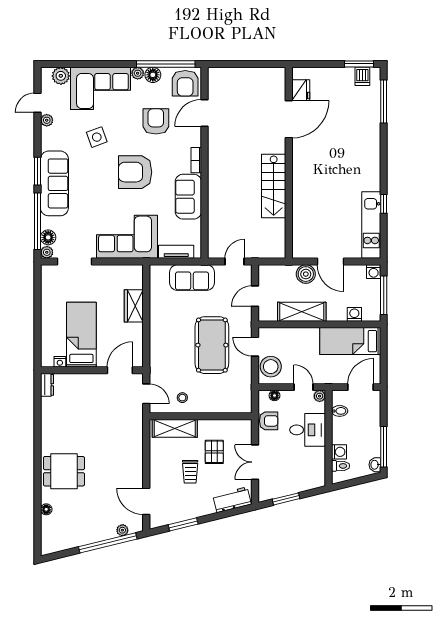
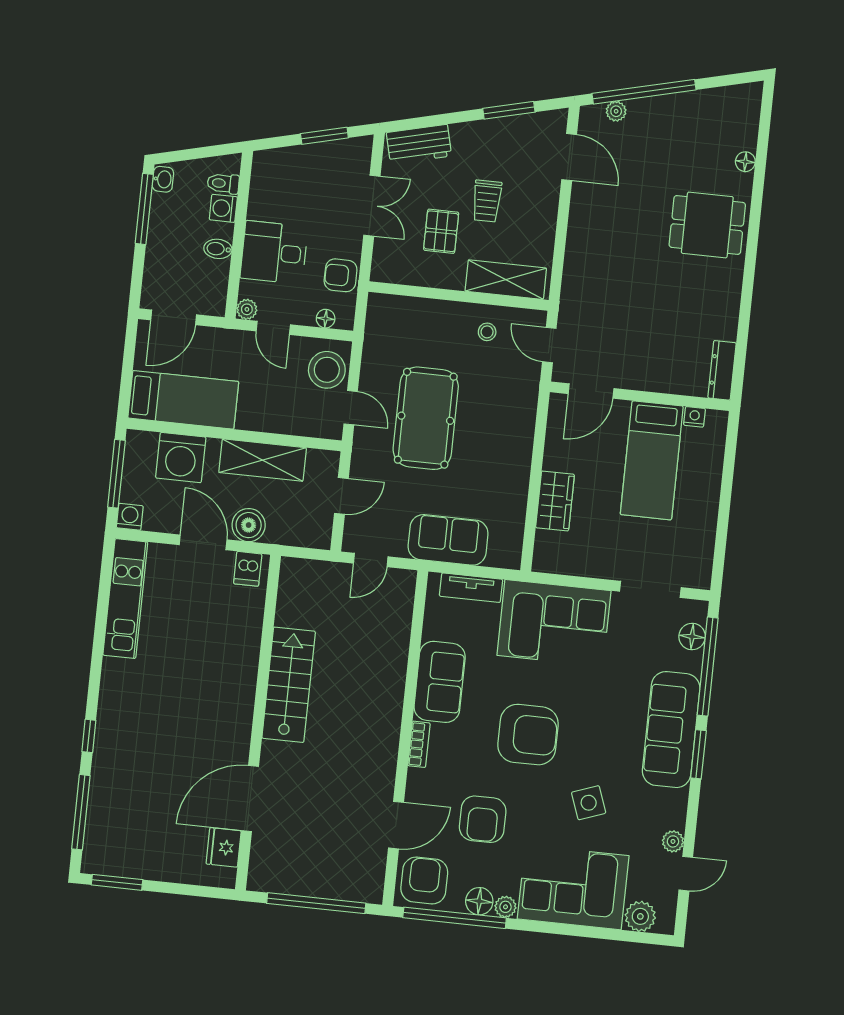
window: (245, 64) -> (316, 903), added
dishwasher: (362, 76) -> (248, 569), moved, turned 180
window: (384, 204) -> (89, 736), moved
plant: (47, 252) -> (697, 611), removed
washing machine: (354, 314) -> (181, 458), width x1.89, depth x1.89
dresser: (47, 385) -> (722, 370), width x1.44
bidet: (340, 411) -> (218, 249), moved
trolley: (190, 472) -> (487, 201), turned 180

